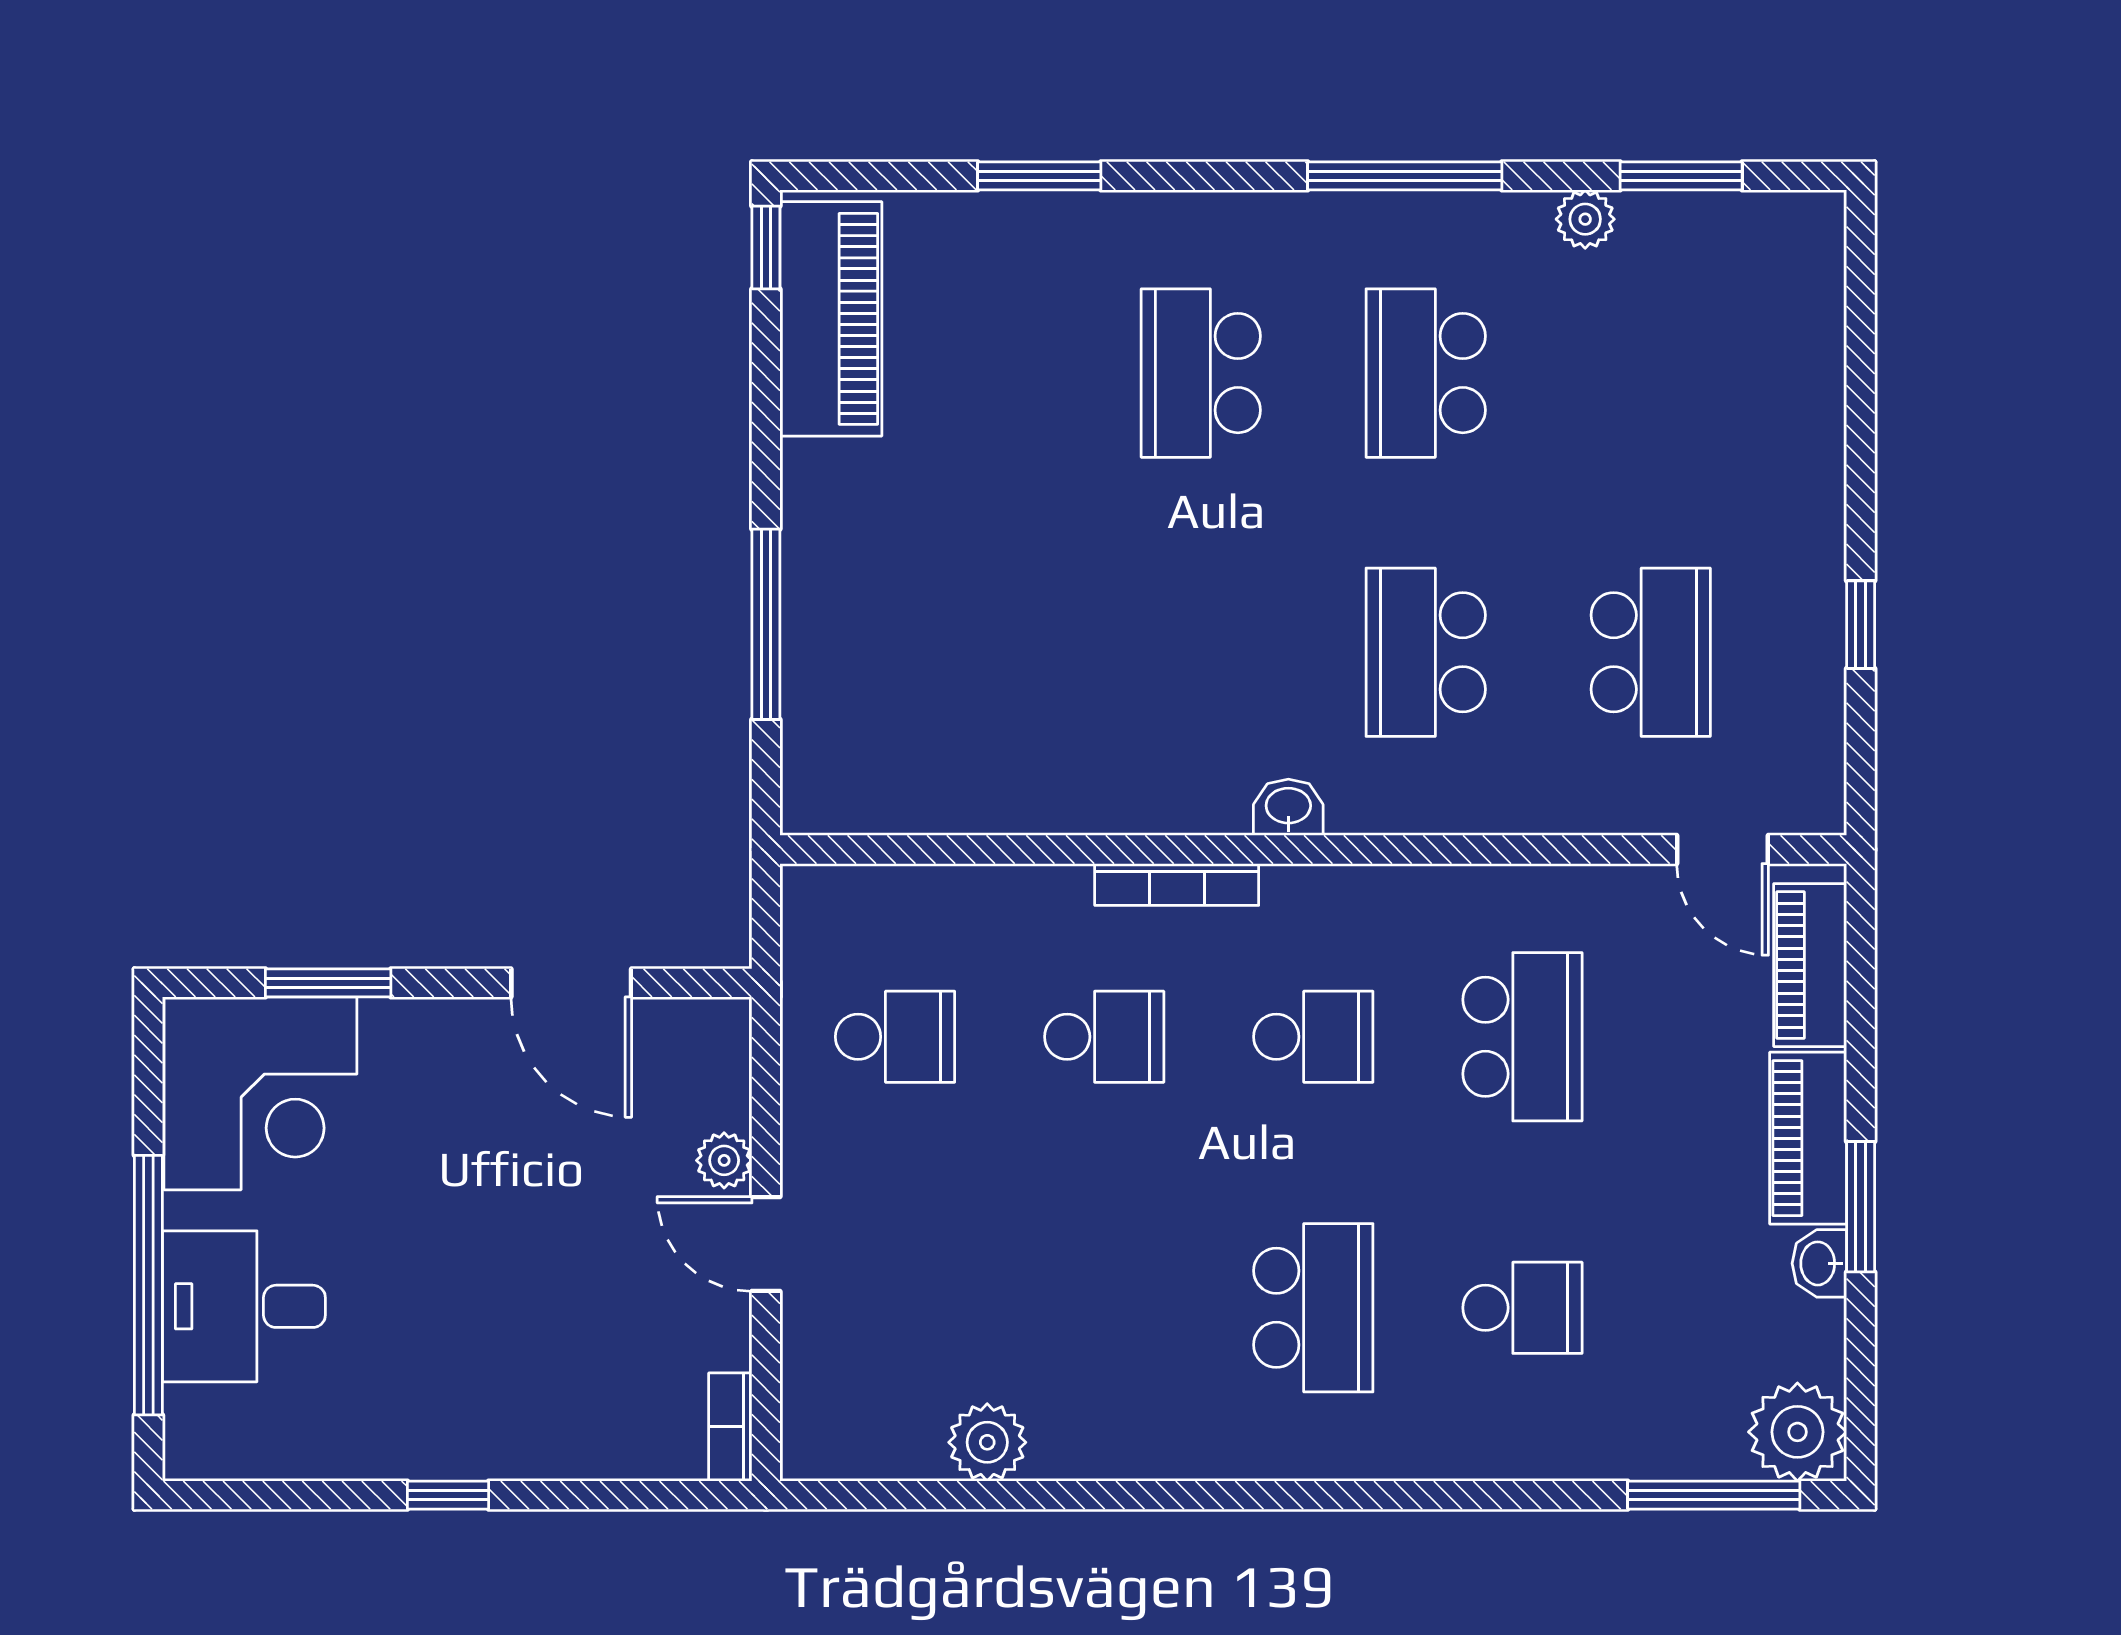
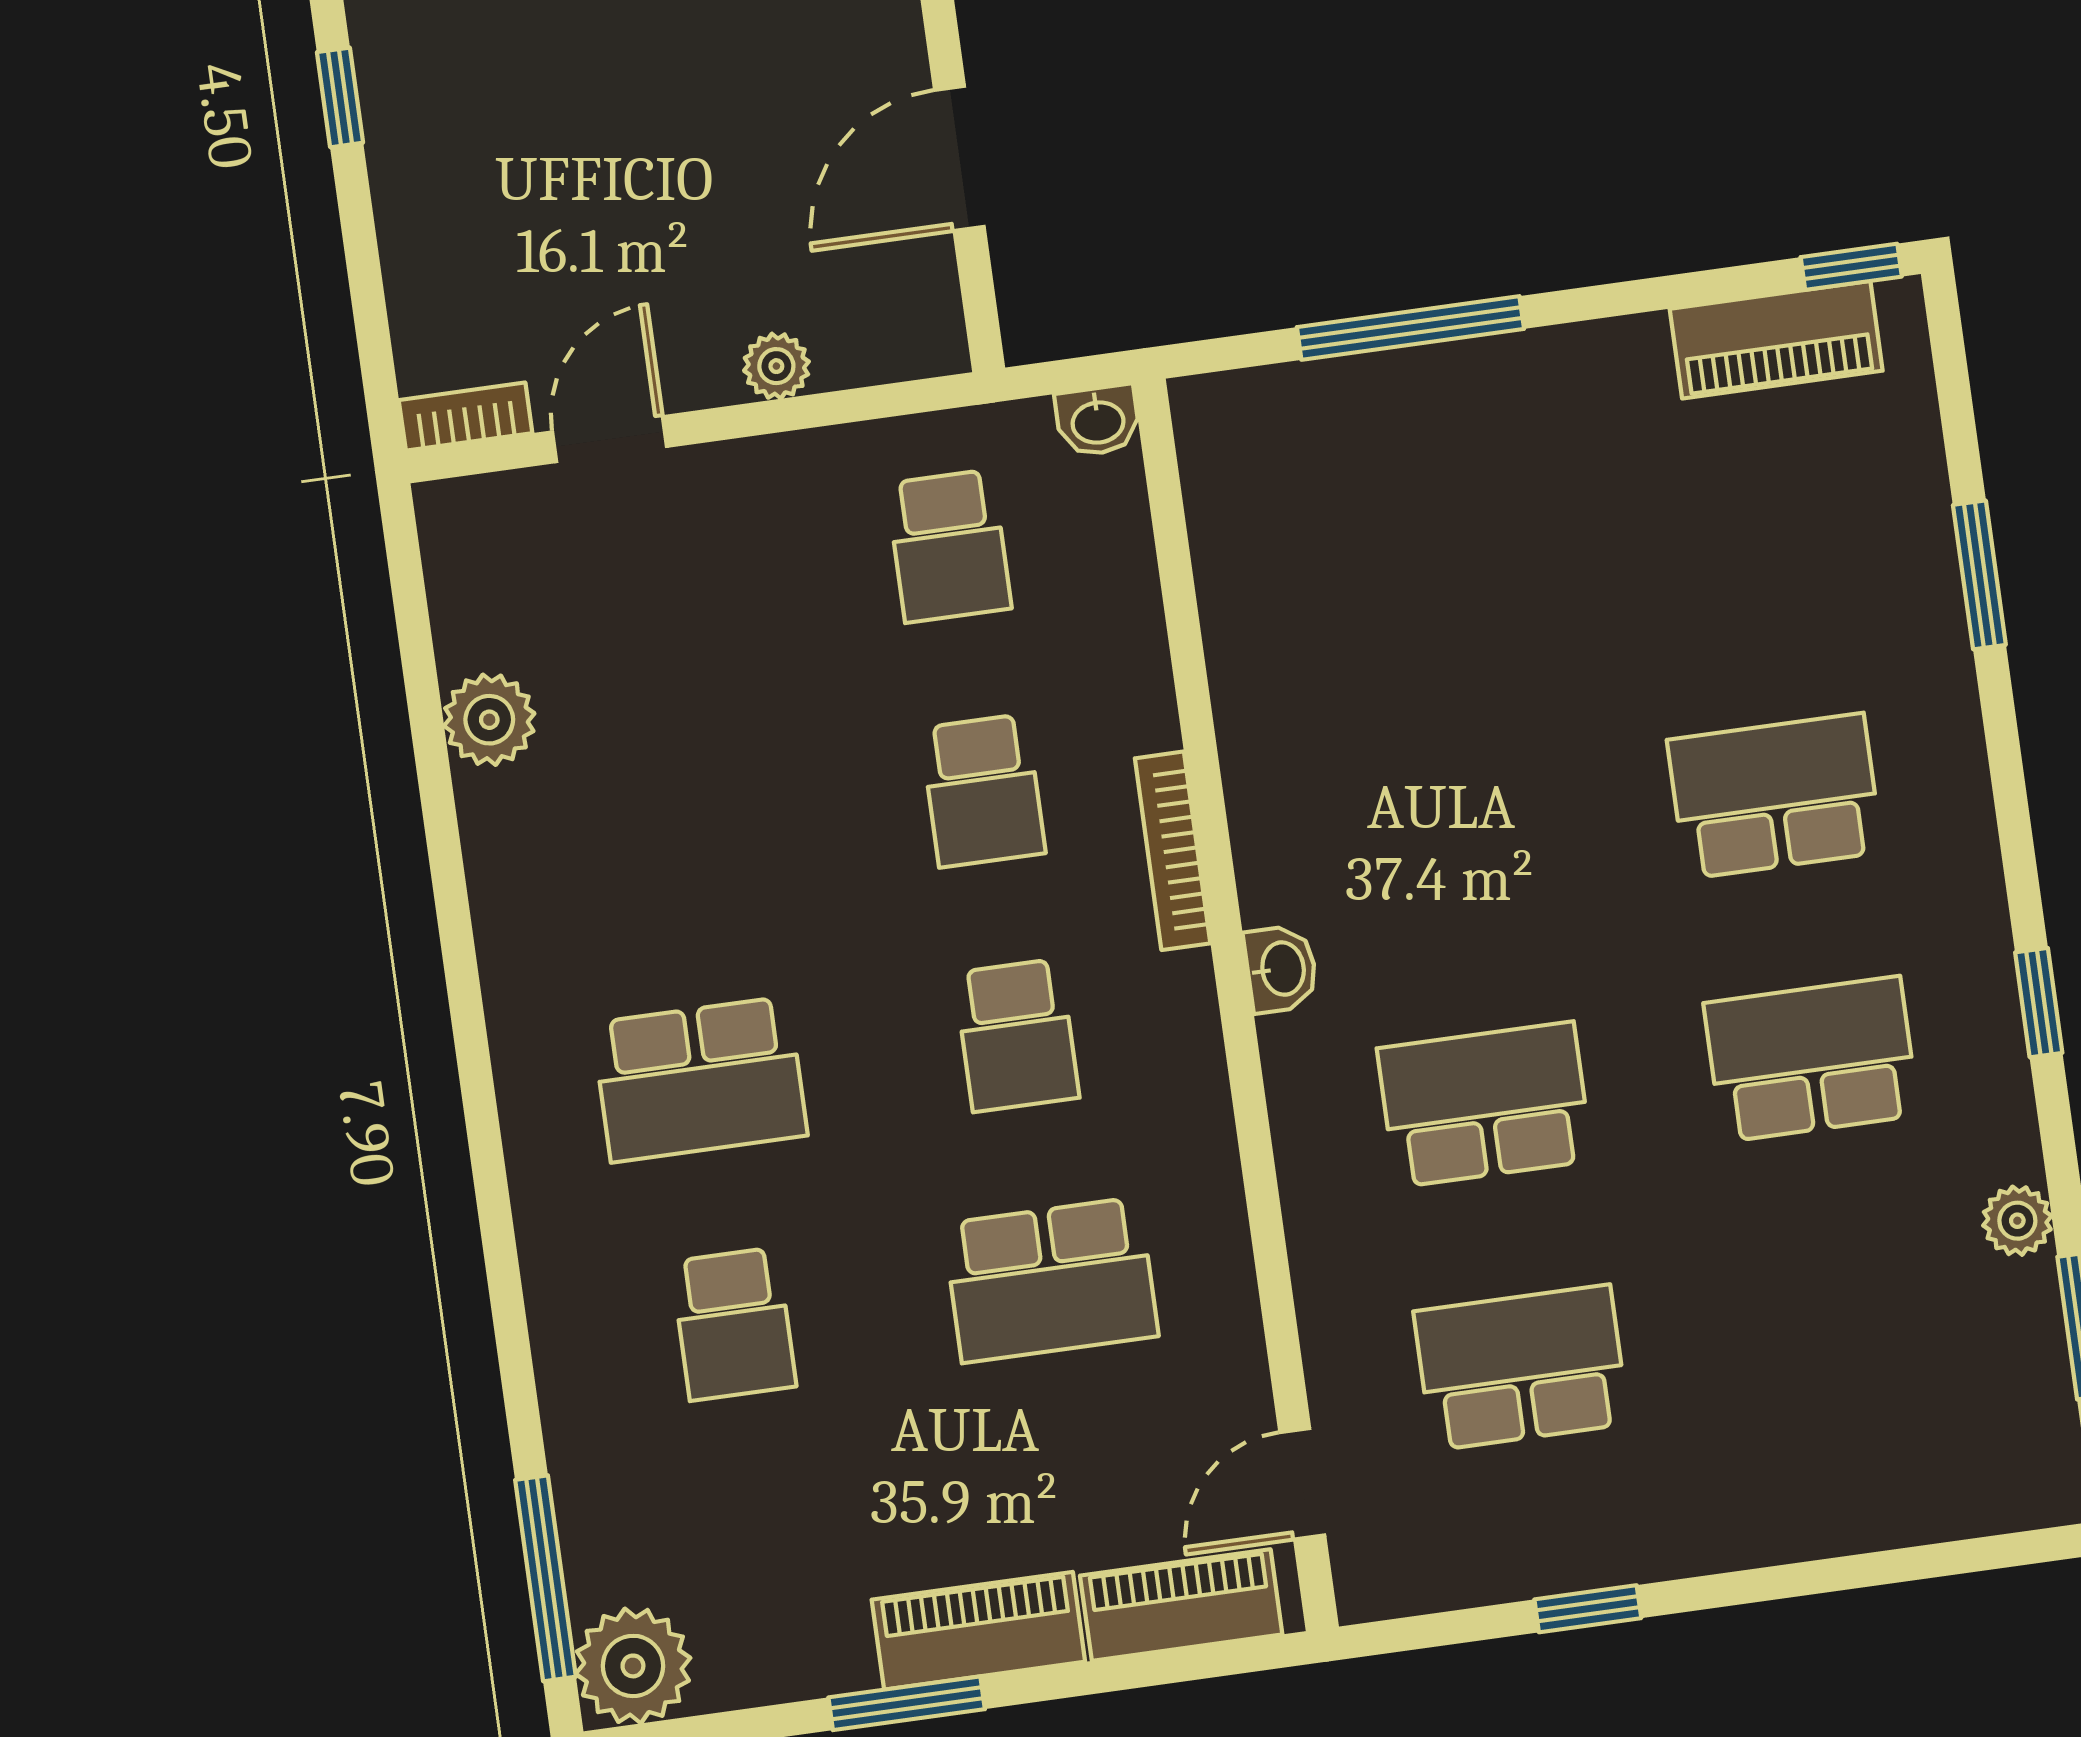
window: (1405, 176) -> (2039, 1003), width x0.46
piano: (831, 319) -> (1776, 340), width x0.73, depth x0.75
school desk: (1651, 652) -> (1521, 1368), turned 180
door: (766, 1244) -> (610, 439), moved
washbasin: (1819, 1263) -> (1098, 421), moved, turned 180

